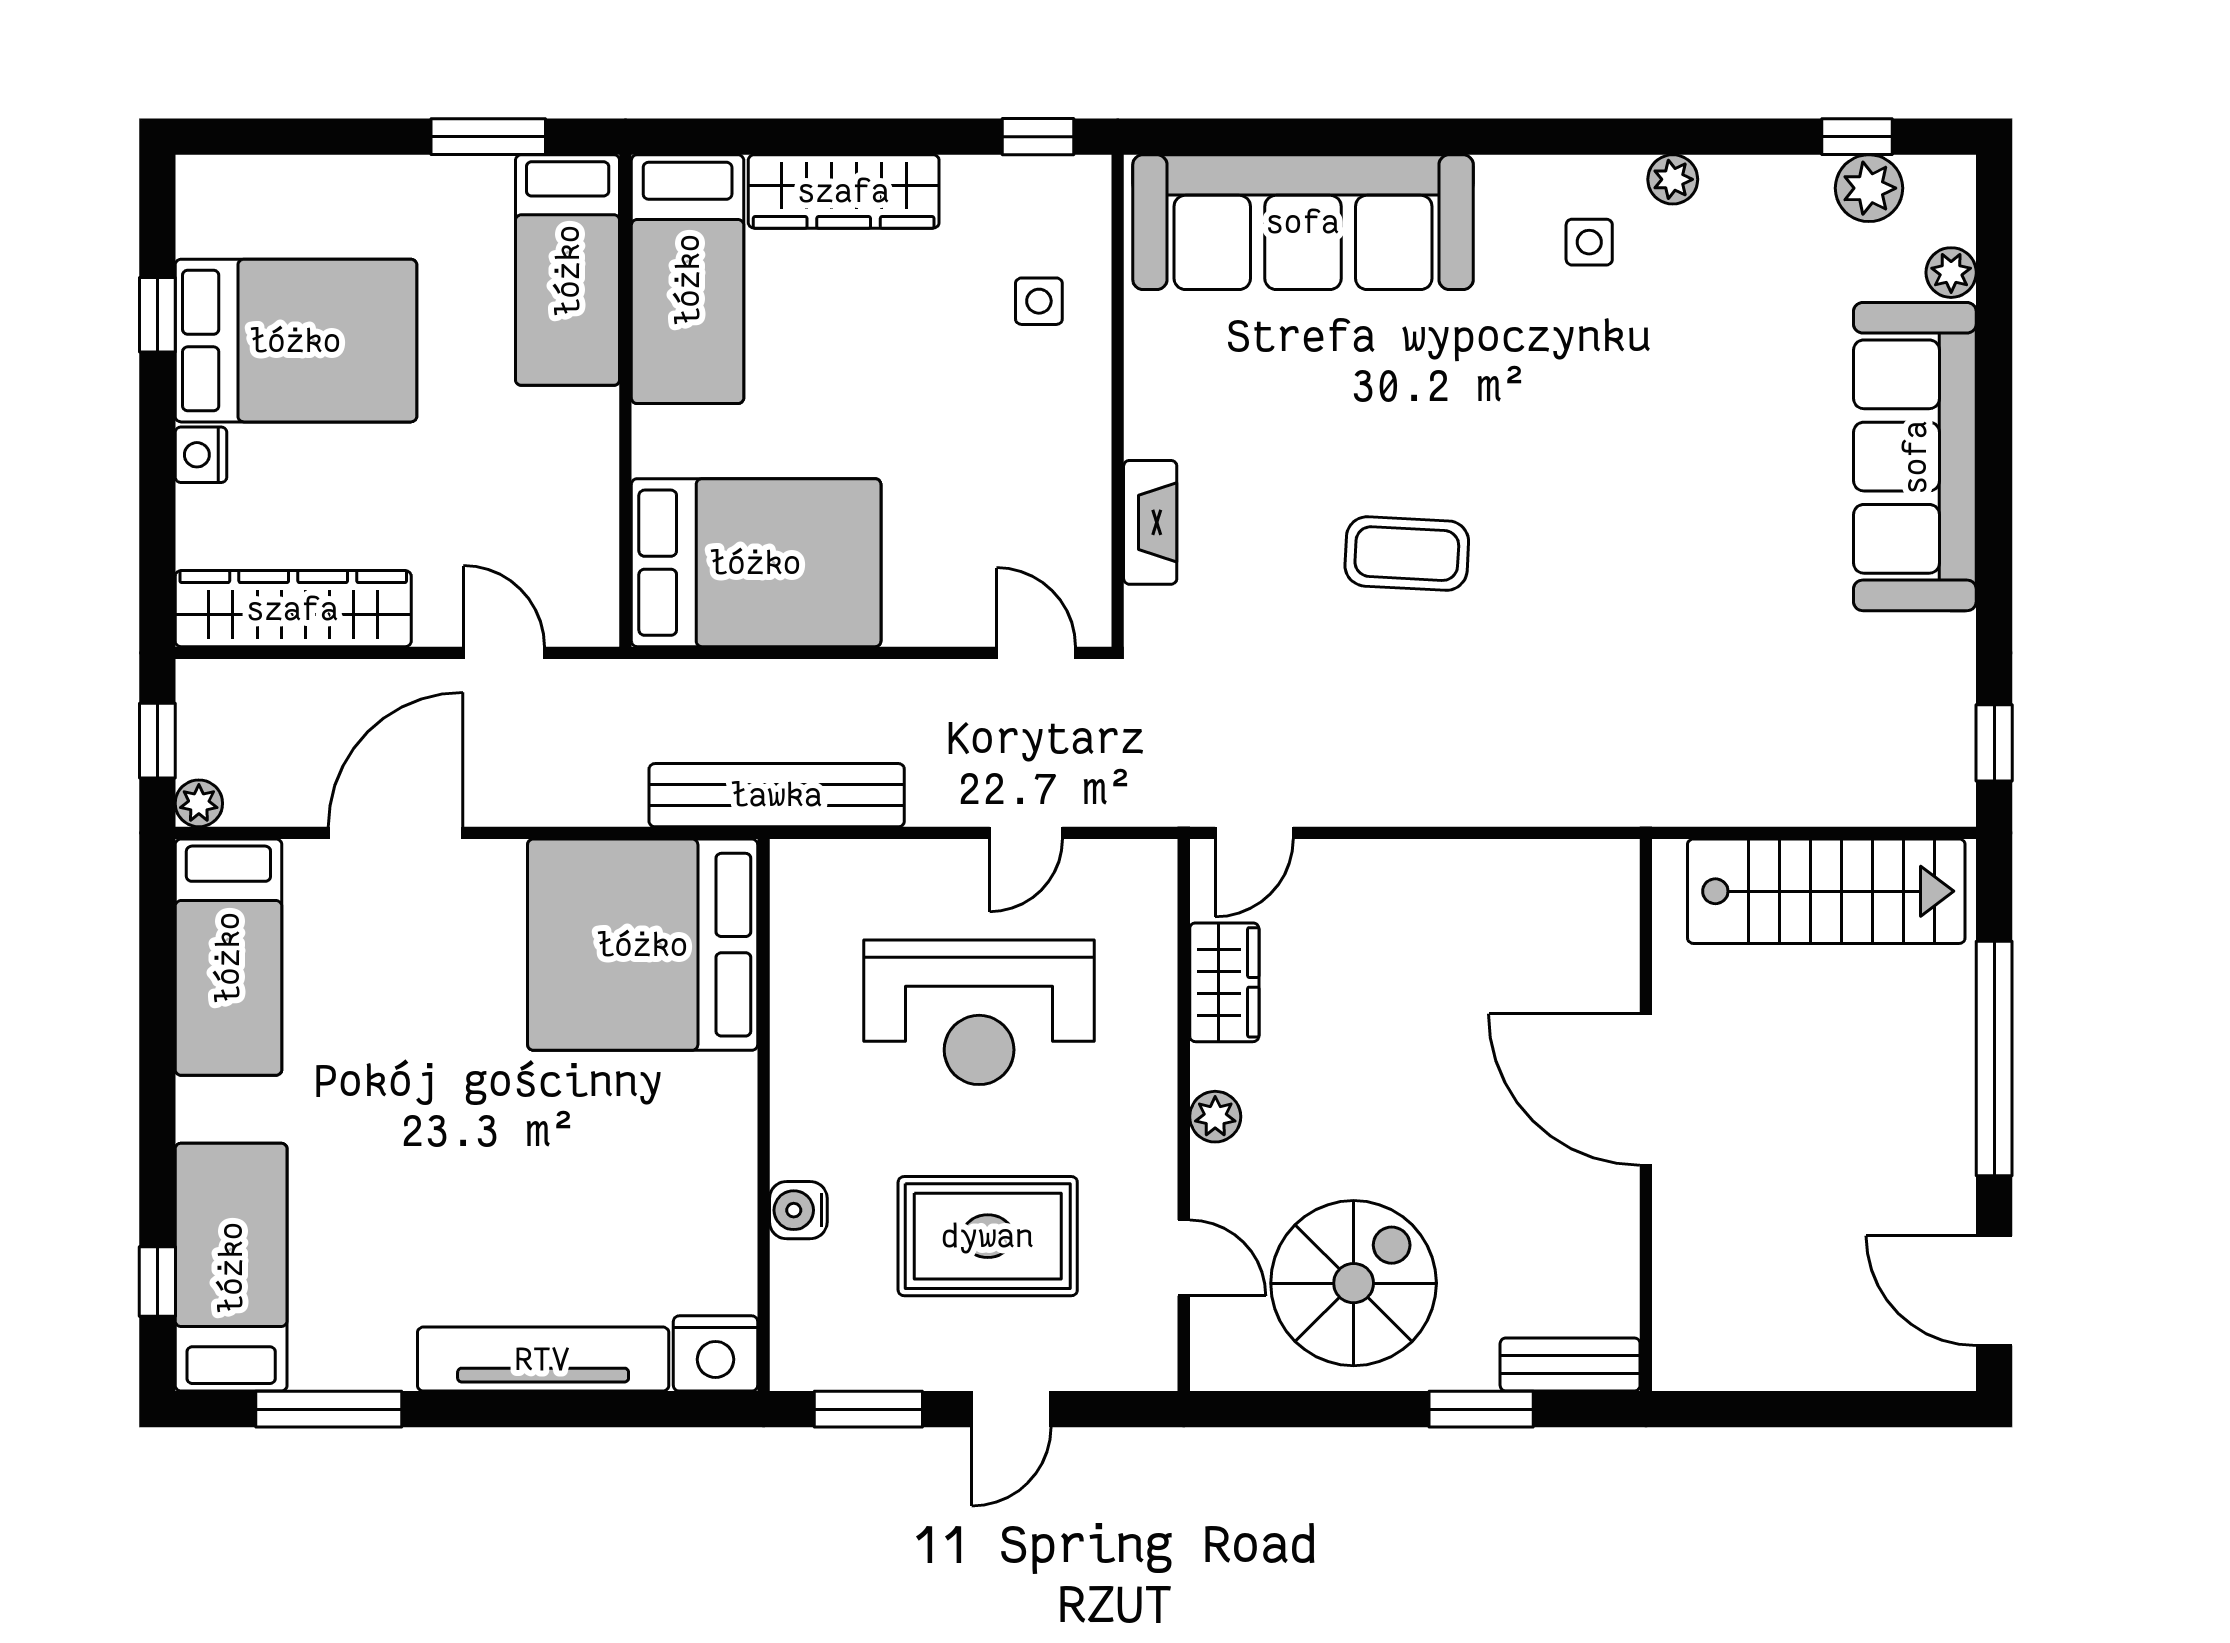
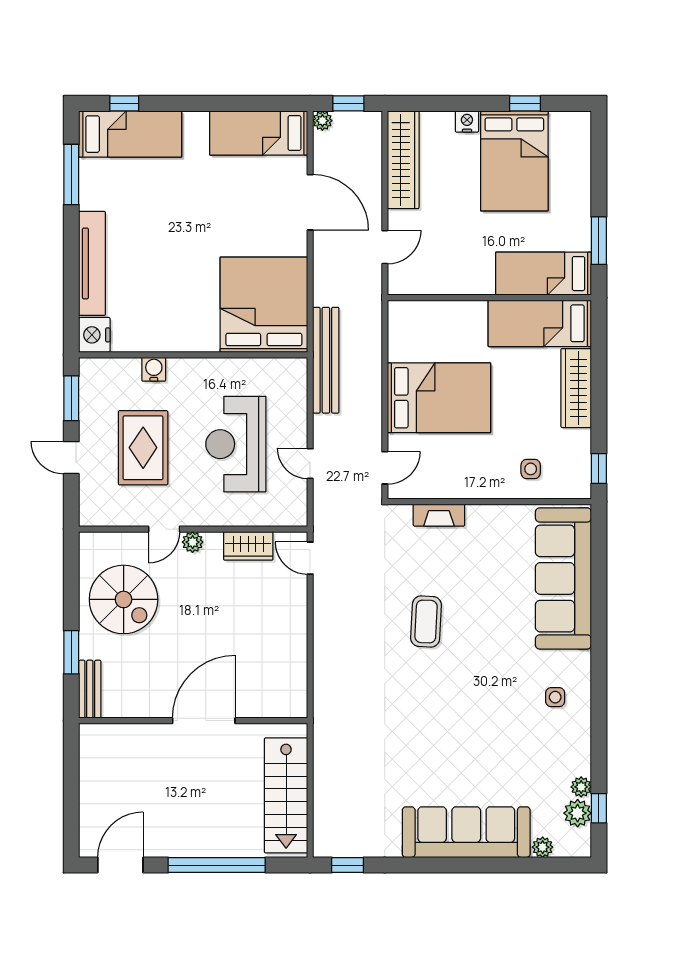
plant: (1673, 179) -> (581, 787), moved
bed: (756, 563) -> (439, 398), moved, turned -90
door: (1184, 1258) -> (164, 529), moved

